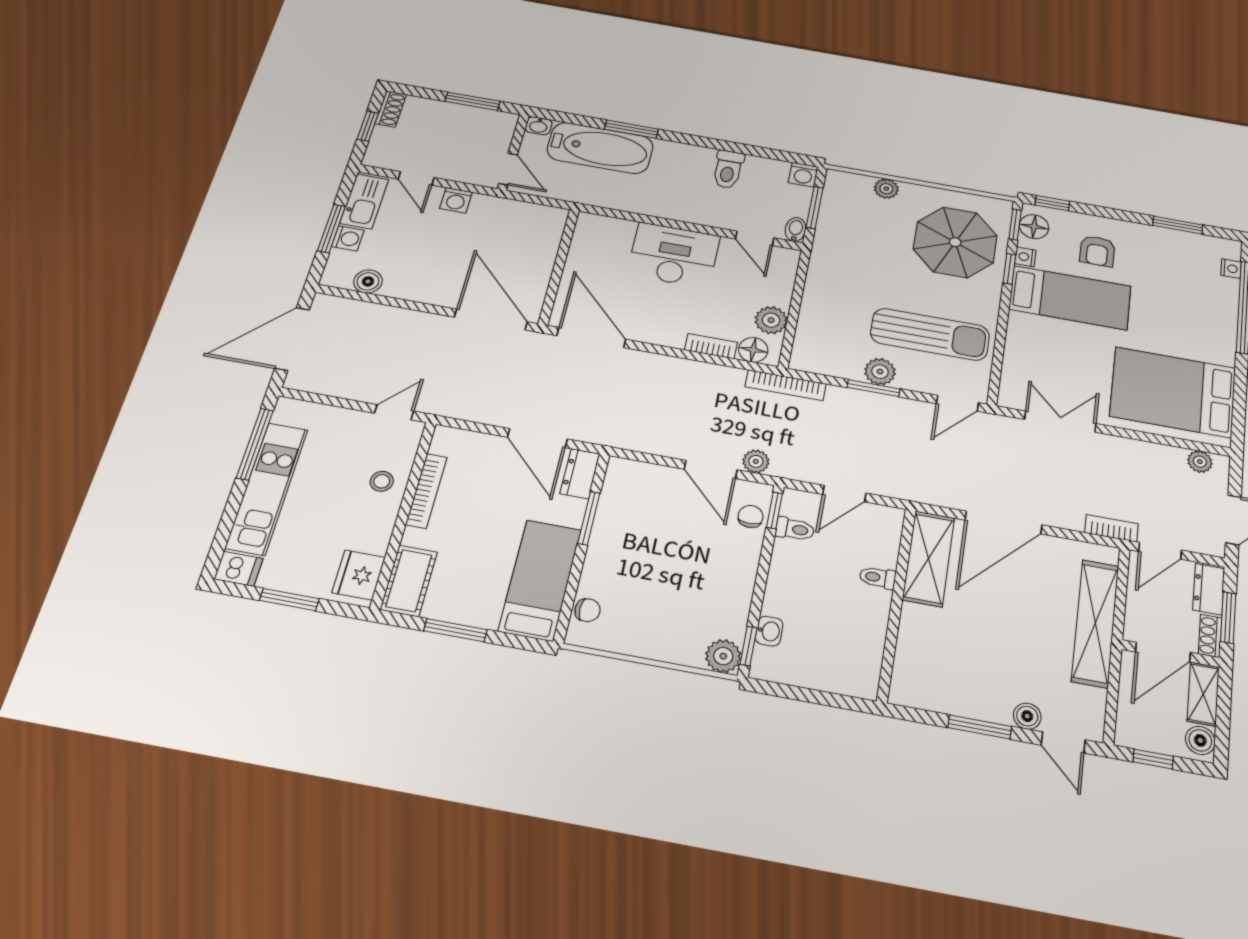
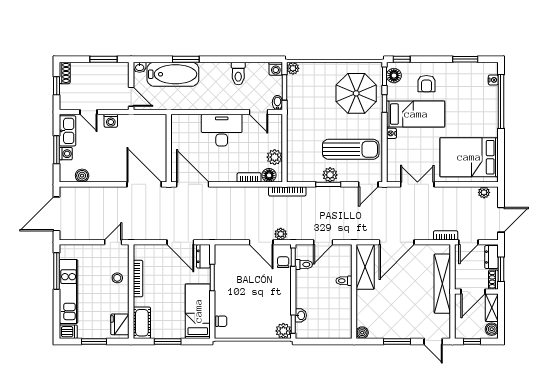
plant: (886, 189) -> (293, 68), moved
nightstand: (1025, 257) -> (391, 133), moved
boiler: (1027, 716) -> (362, 333), moved

